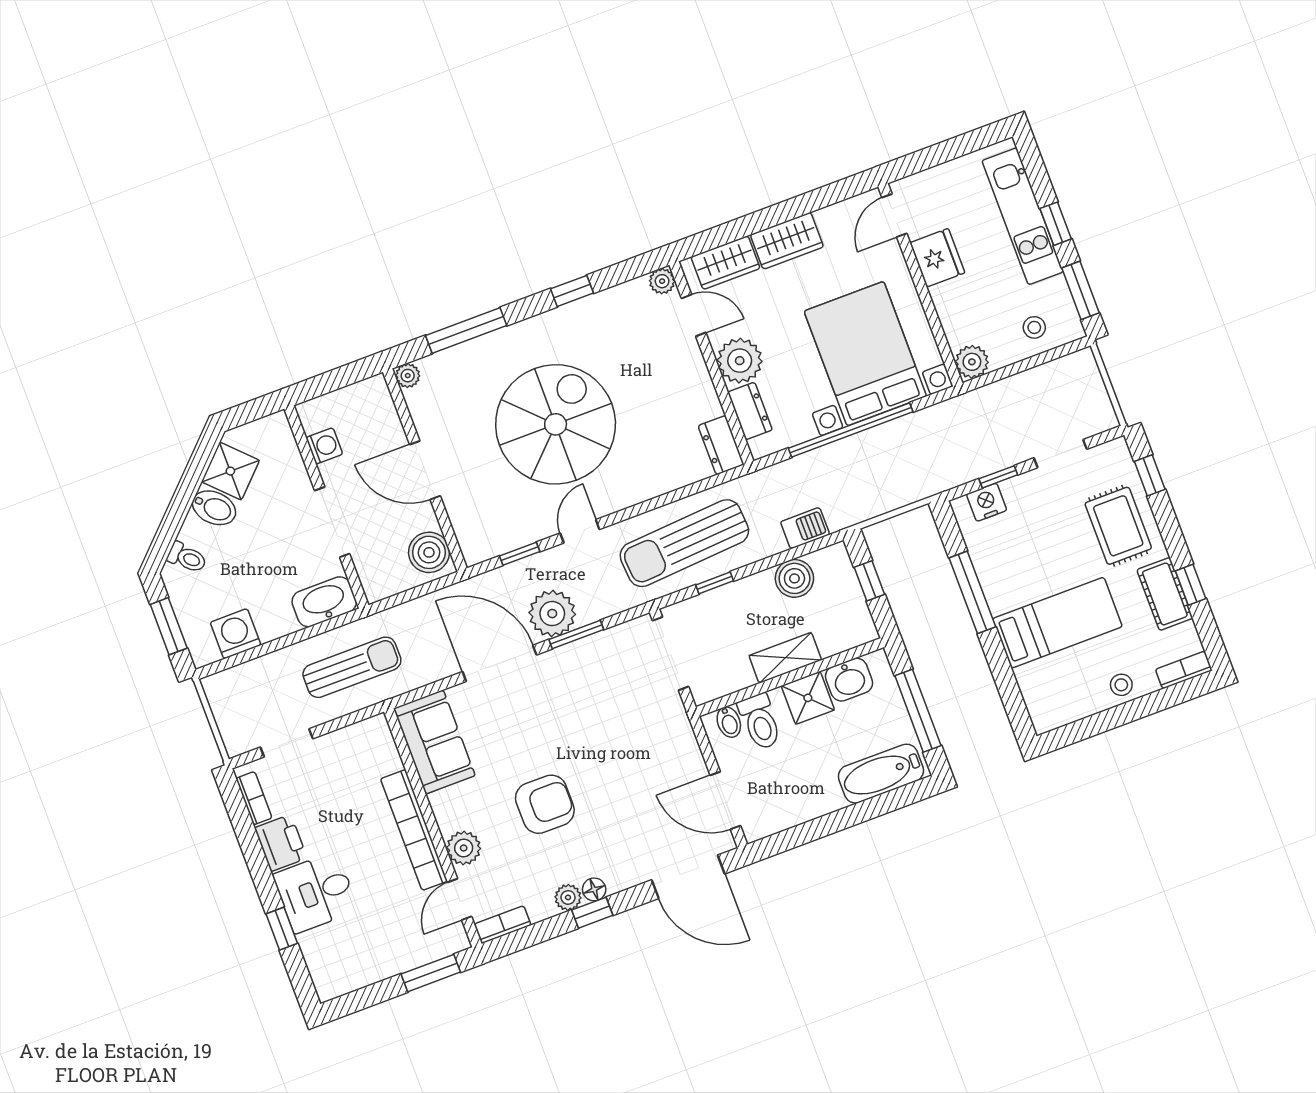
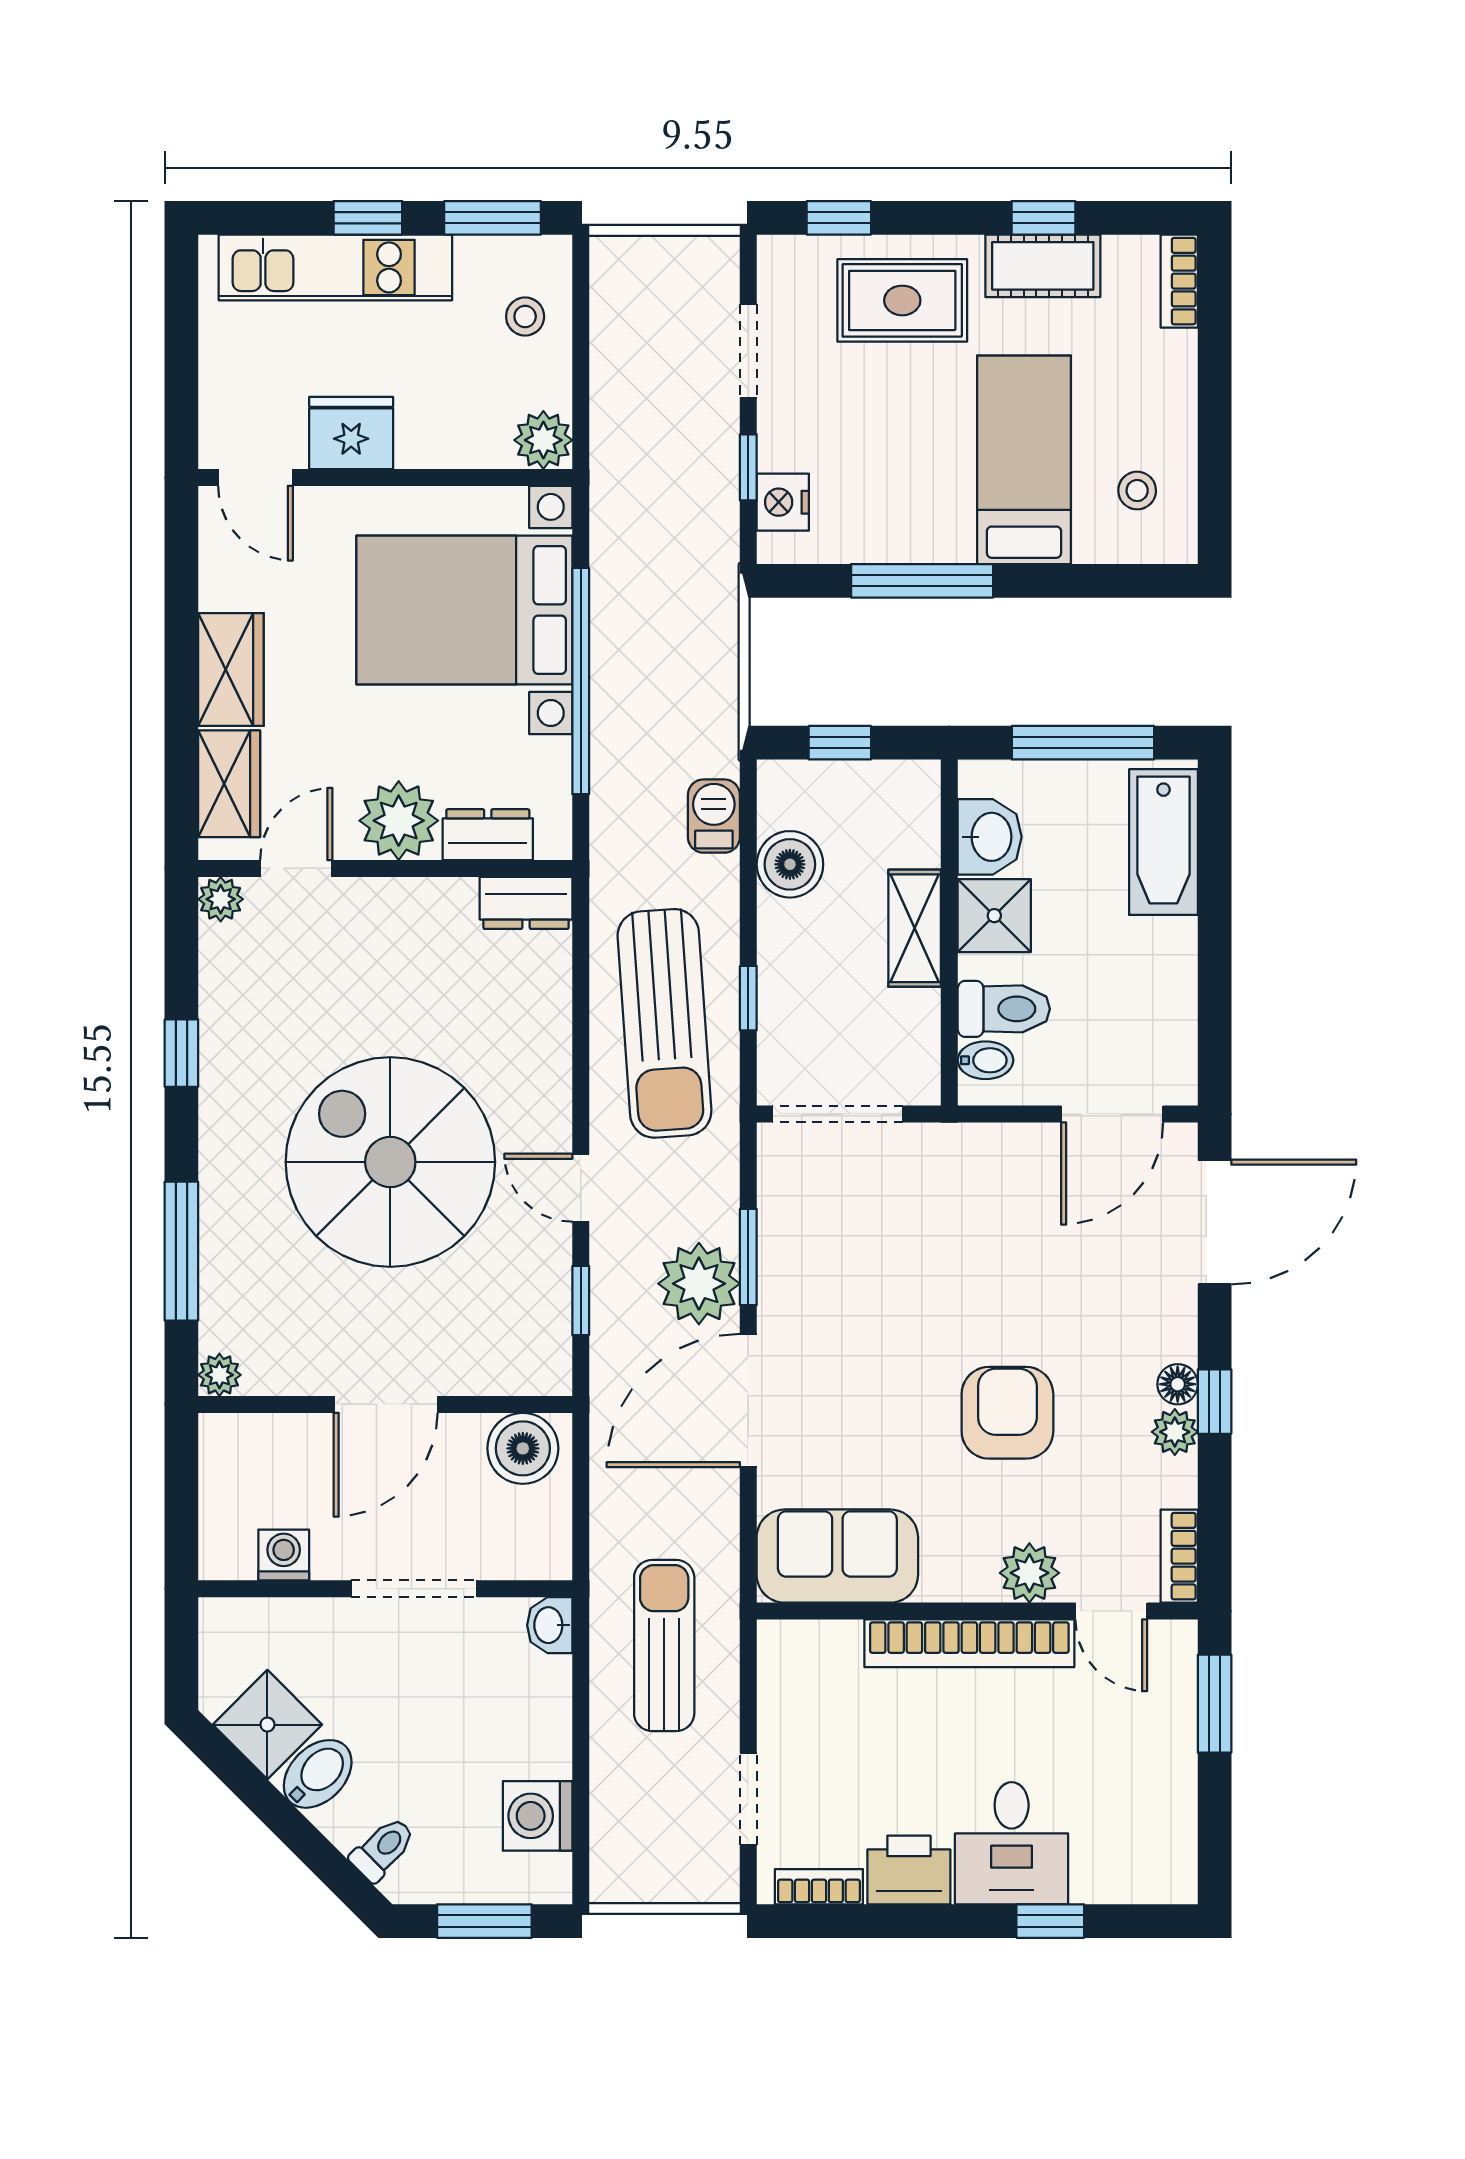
washbasin: (324, 602) -> (550, 1625), width x0.52, depth x0.69
stool: (1121, 685) -> (1137, 491), moved

